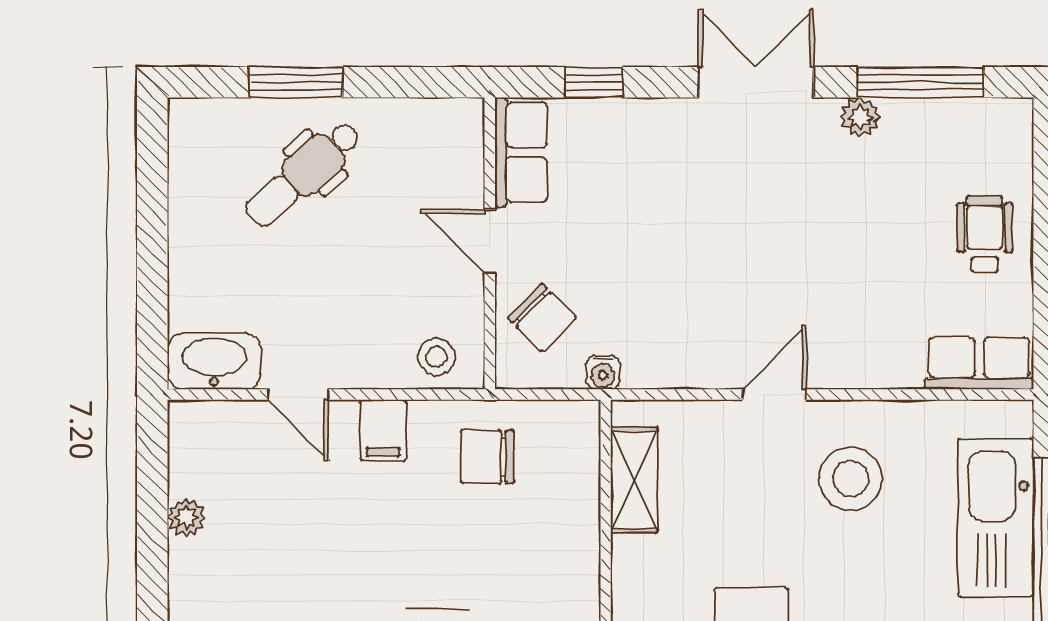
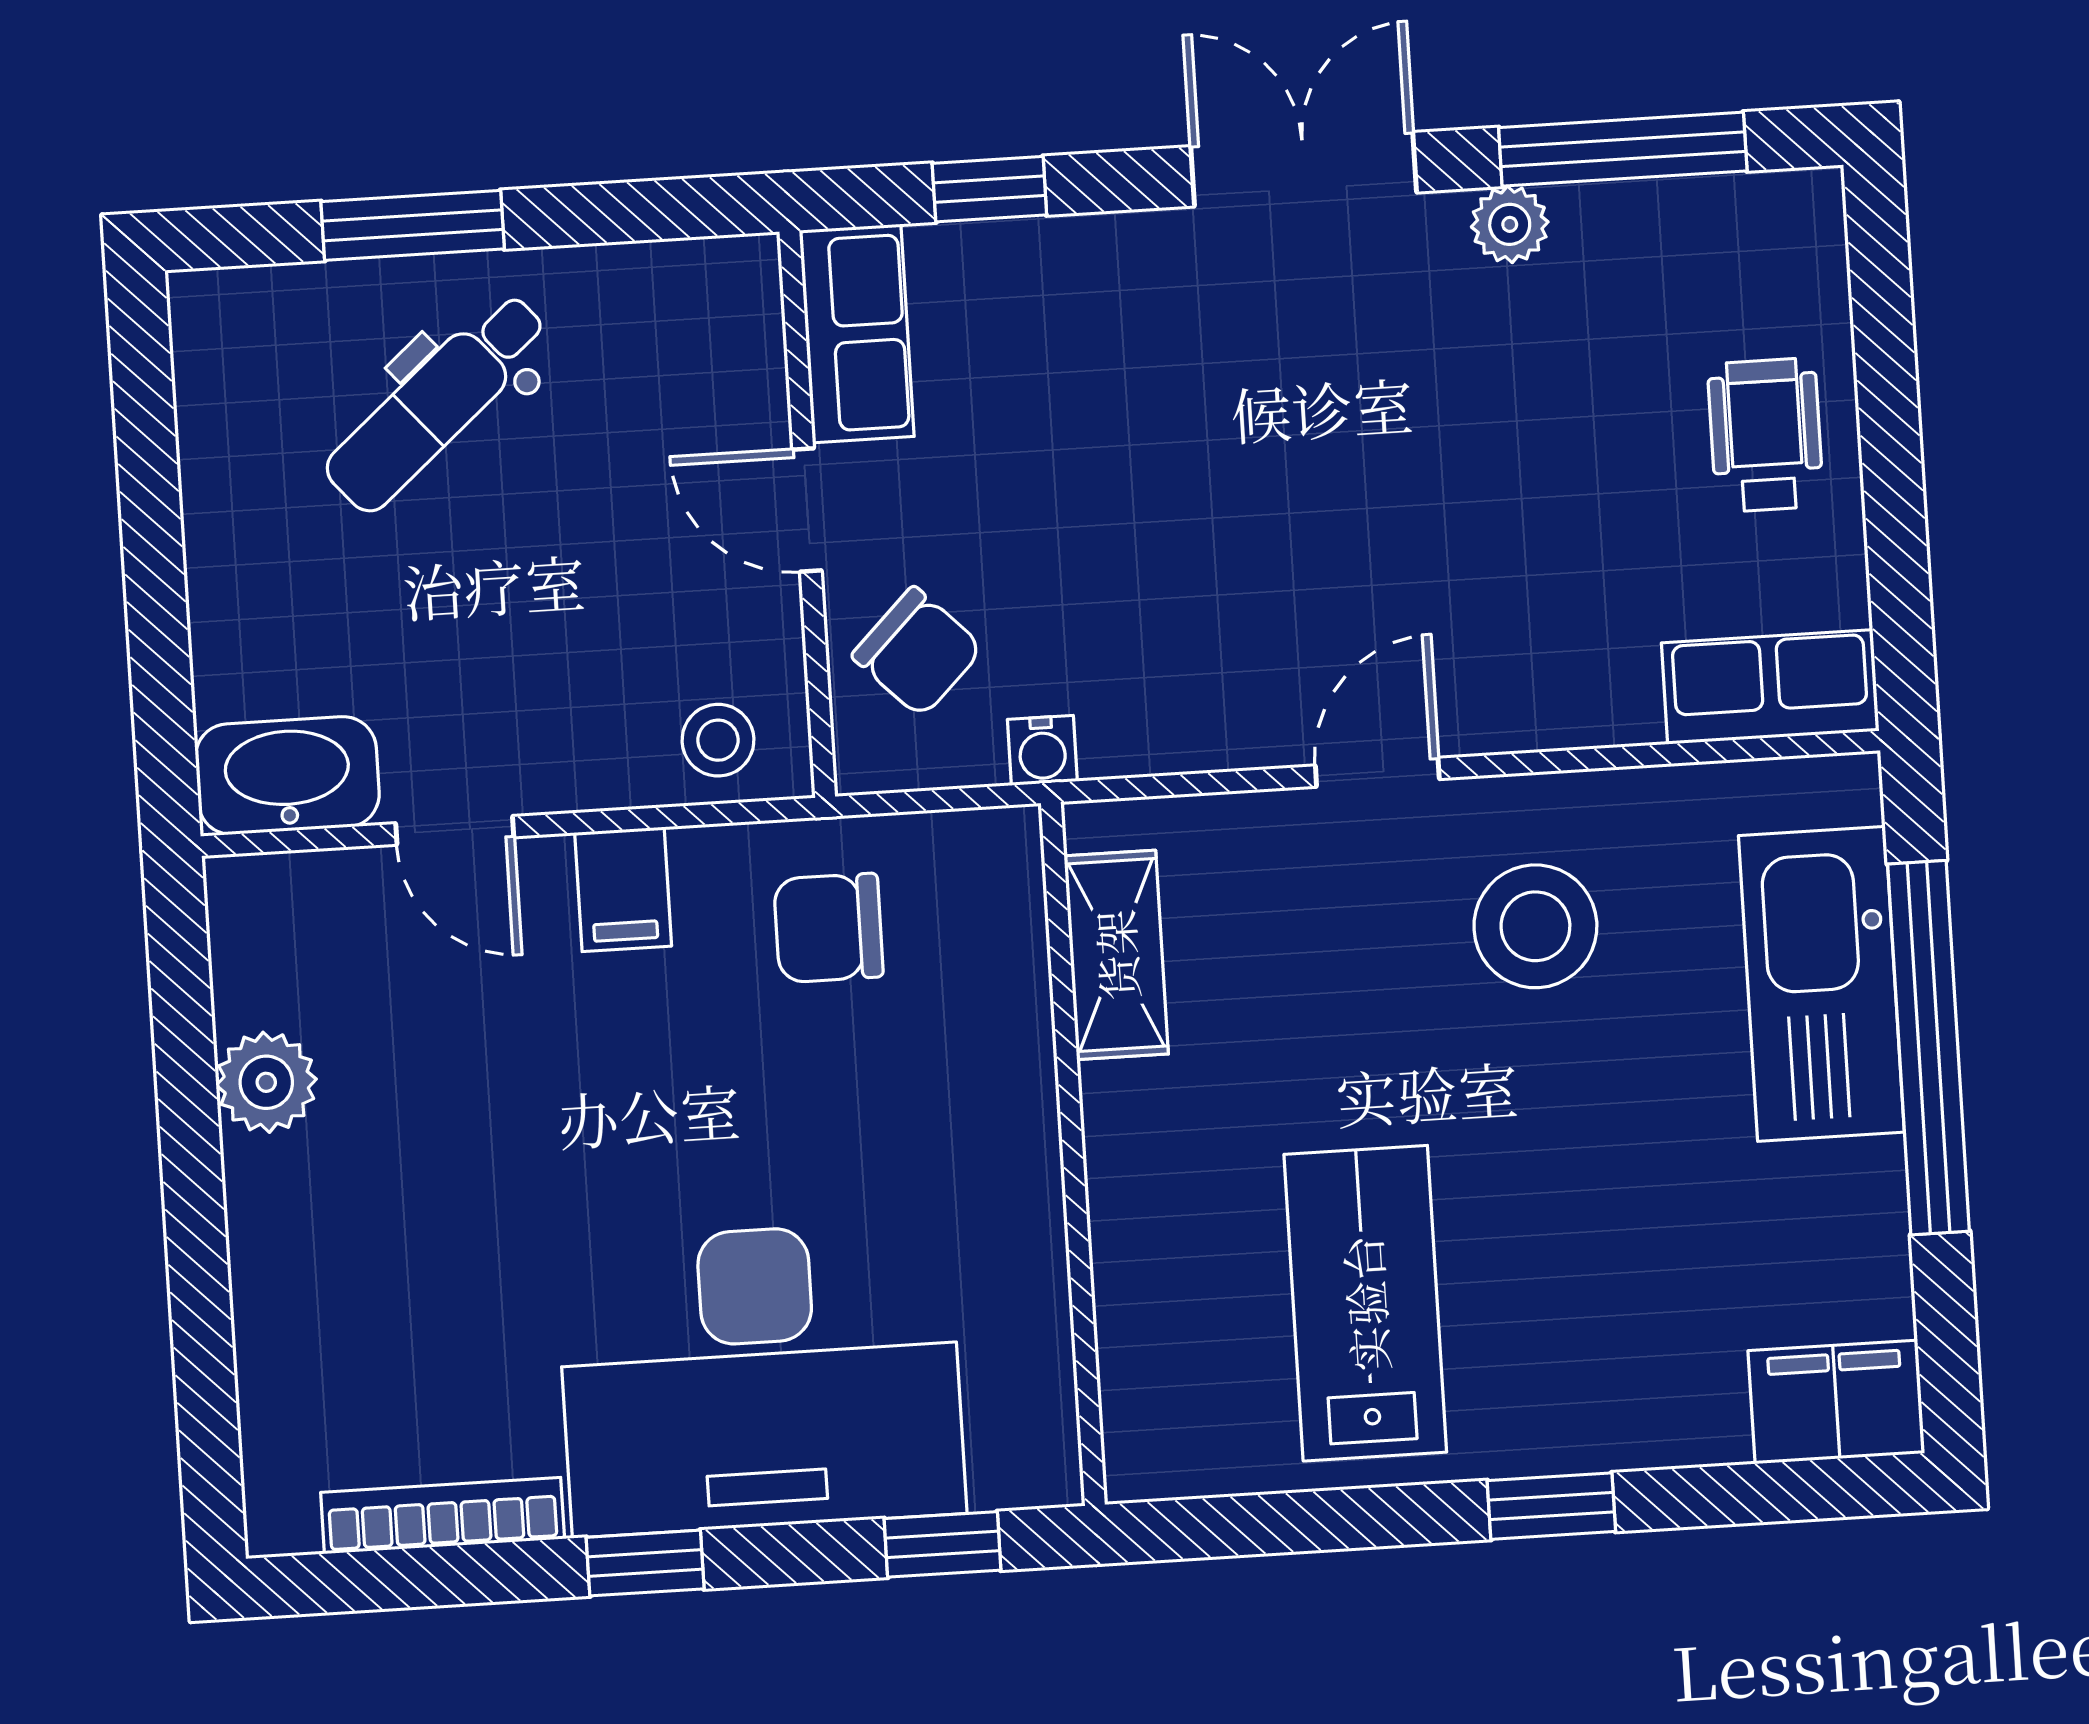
plant: (186, 518) -> (266, 1082), width x1.38, depth x1.38

